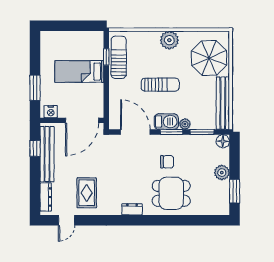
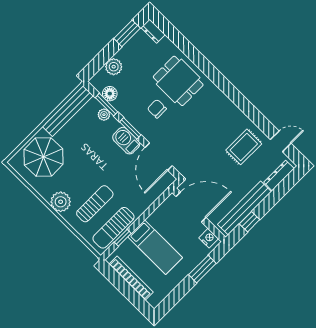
bookcase: (75, 36) -> (131, 278), added
sun lounger: (160, 85) -> (95, 204), moved, turned 90
plant: (185, 124) -> (104, 115), moved
floor lamp: (223, 141) -> (110, 94), moved
plant: (222, 173) -> (114, 67), moved
dresser: (132, 209) -> (153, 31), moved

